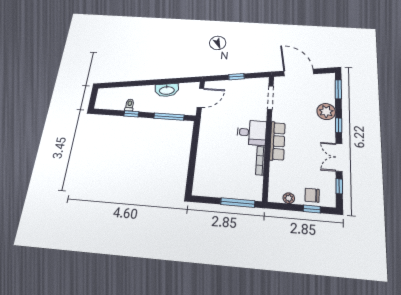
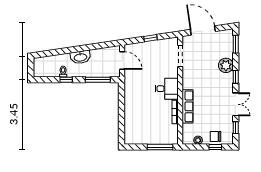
washbasin: (167, 90) -> (80, 57), moved
door: (200, 98) -> (122, 60), hinge flipped
row of seats: (277, 141) -> (188, 106), moved
double door: (339, 157) -> (236, 104), swing flipped

